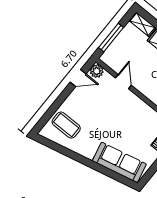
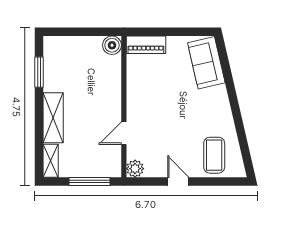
door: (78, 78) -> (178, 181), moved
sofa: (119, 162) -> (206, 63), width x0.73

